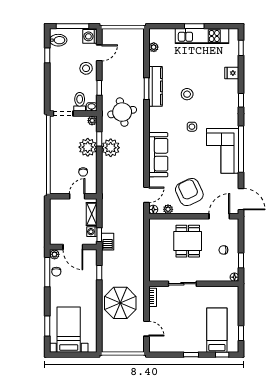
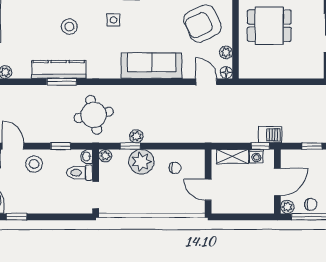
plant: (111, 148) -> (136, 136), width x0.53, depth x0.53
door: (77, 196) -> (208, 190), moved

